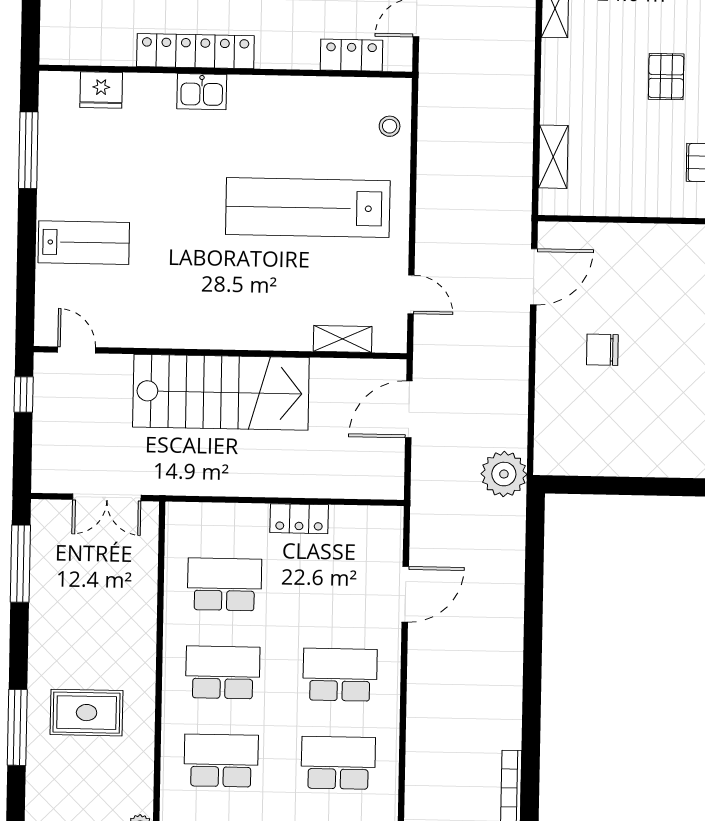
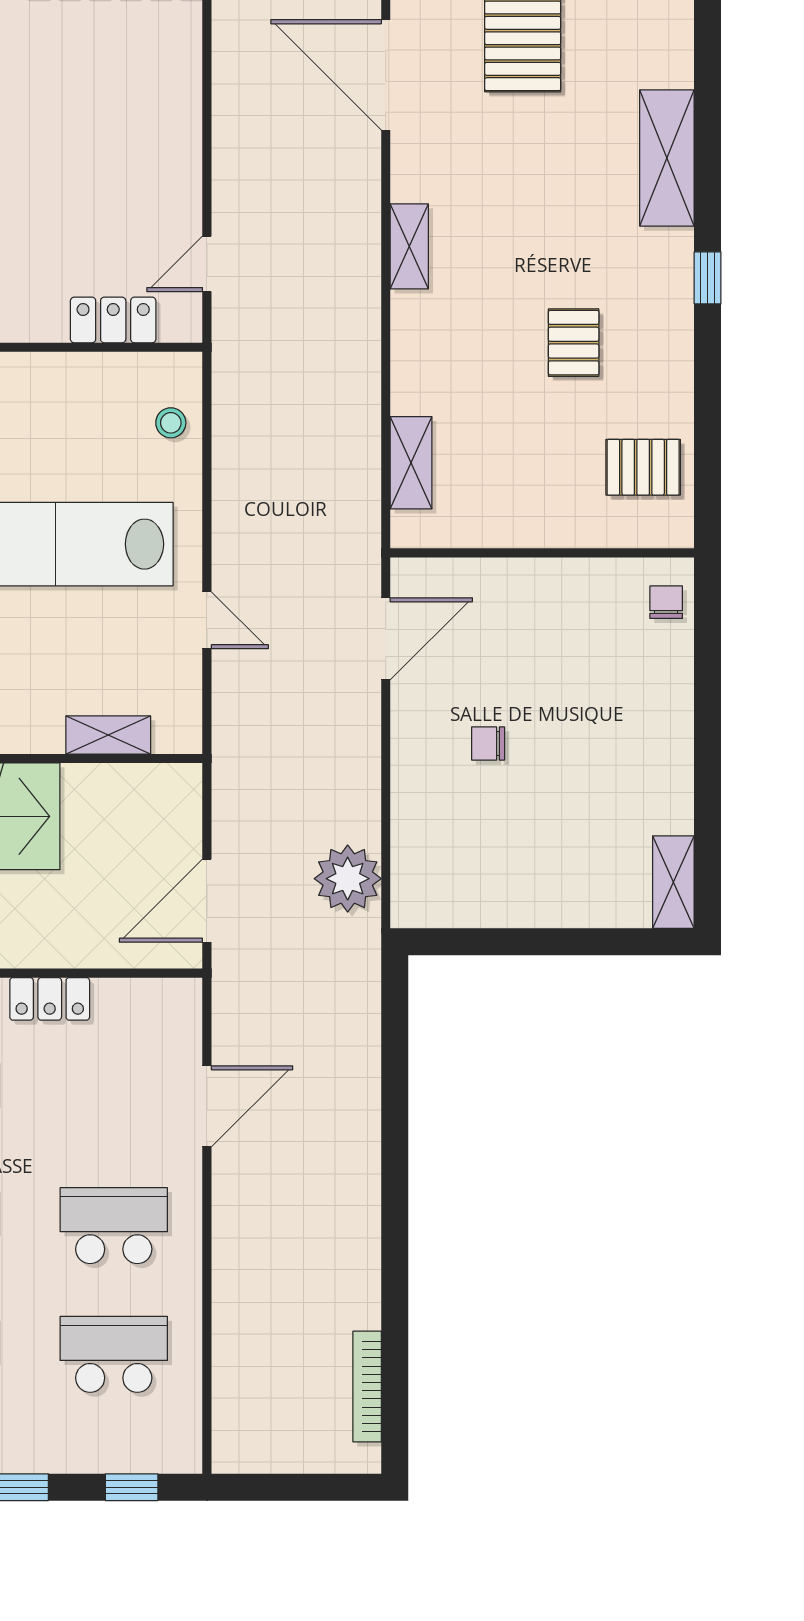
door: (411, 294) -> (207, 620), moved
chair: (602, 350) -> (488, 744), width x0.73, depth x0.73
door: (409, 409) -> (207, 901), moved
plant: (504, 474) -> (348, 879), moved

